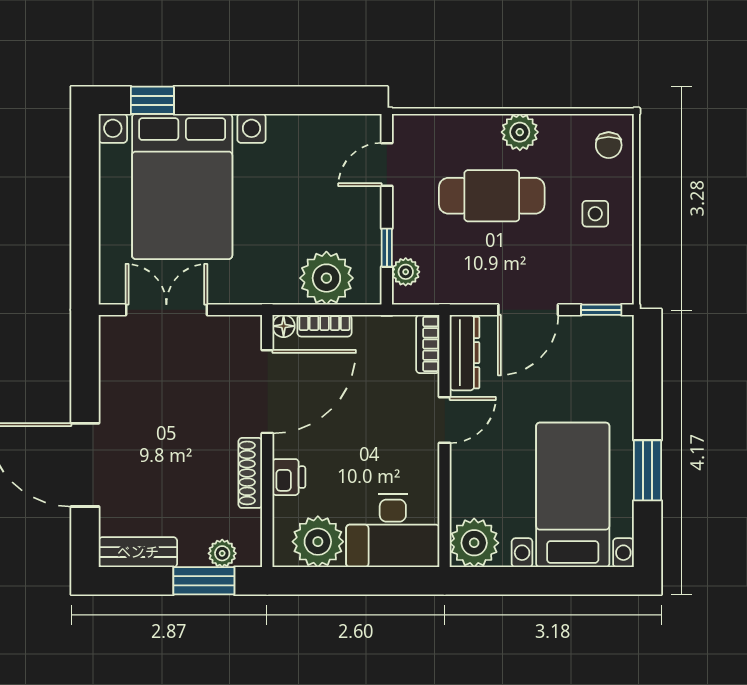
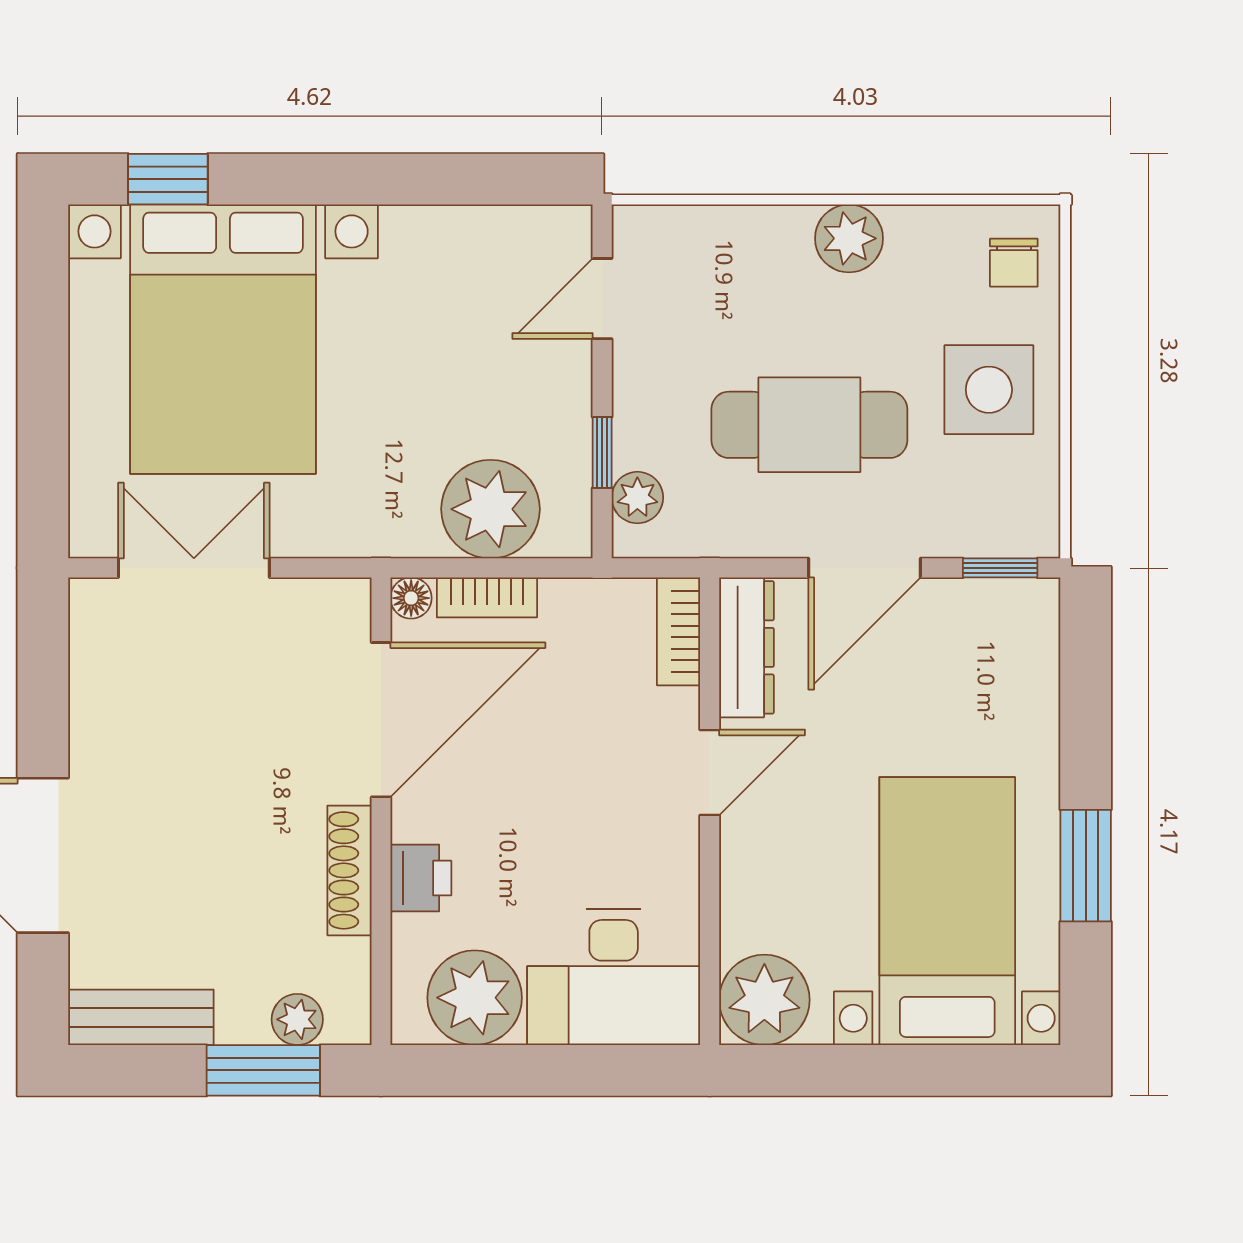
cafe table: (492, 196) -> (809, 425), moved
side table: (595, 214) -> (989, 390), width x1.87, depth x1.87

